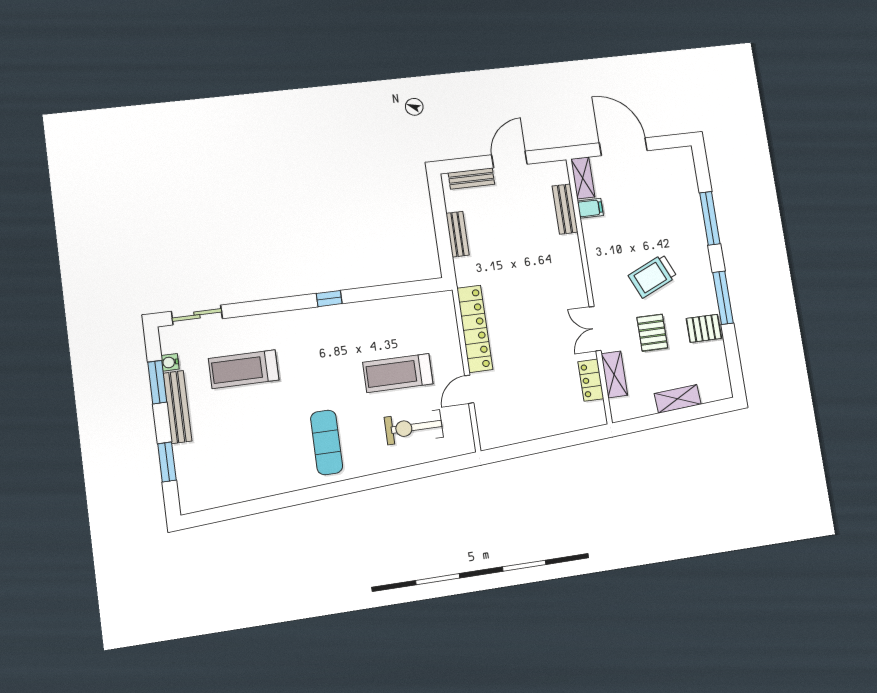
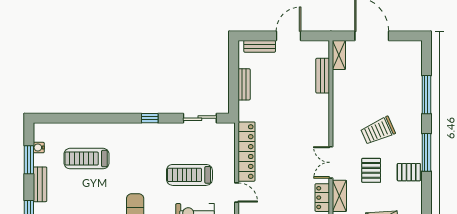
filing cabinet: (590, 208) -> (341, 77), removed
sliding door: (197, 315) -> (200, 118), moved
door: (469, 389) -> (237, 192), swing flipped
bench: (177, 407) -> (40, 184), width x0.73

